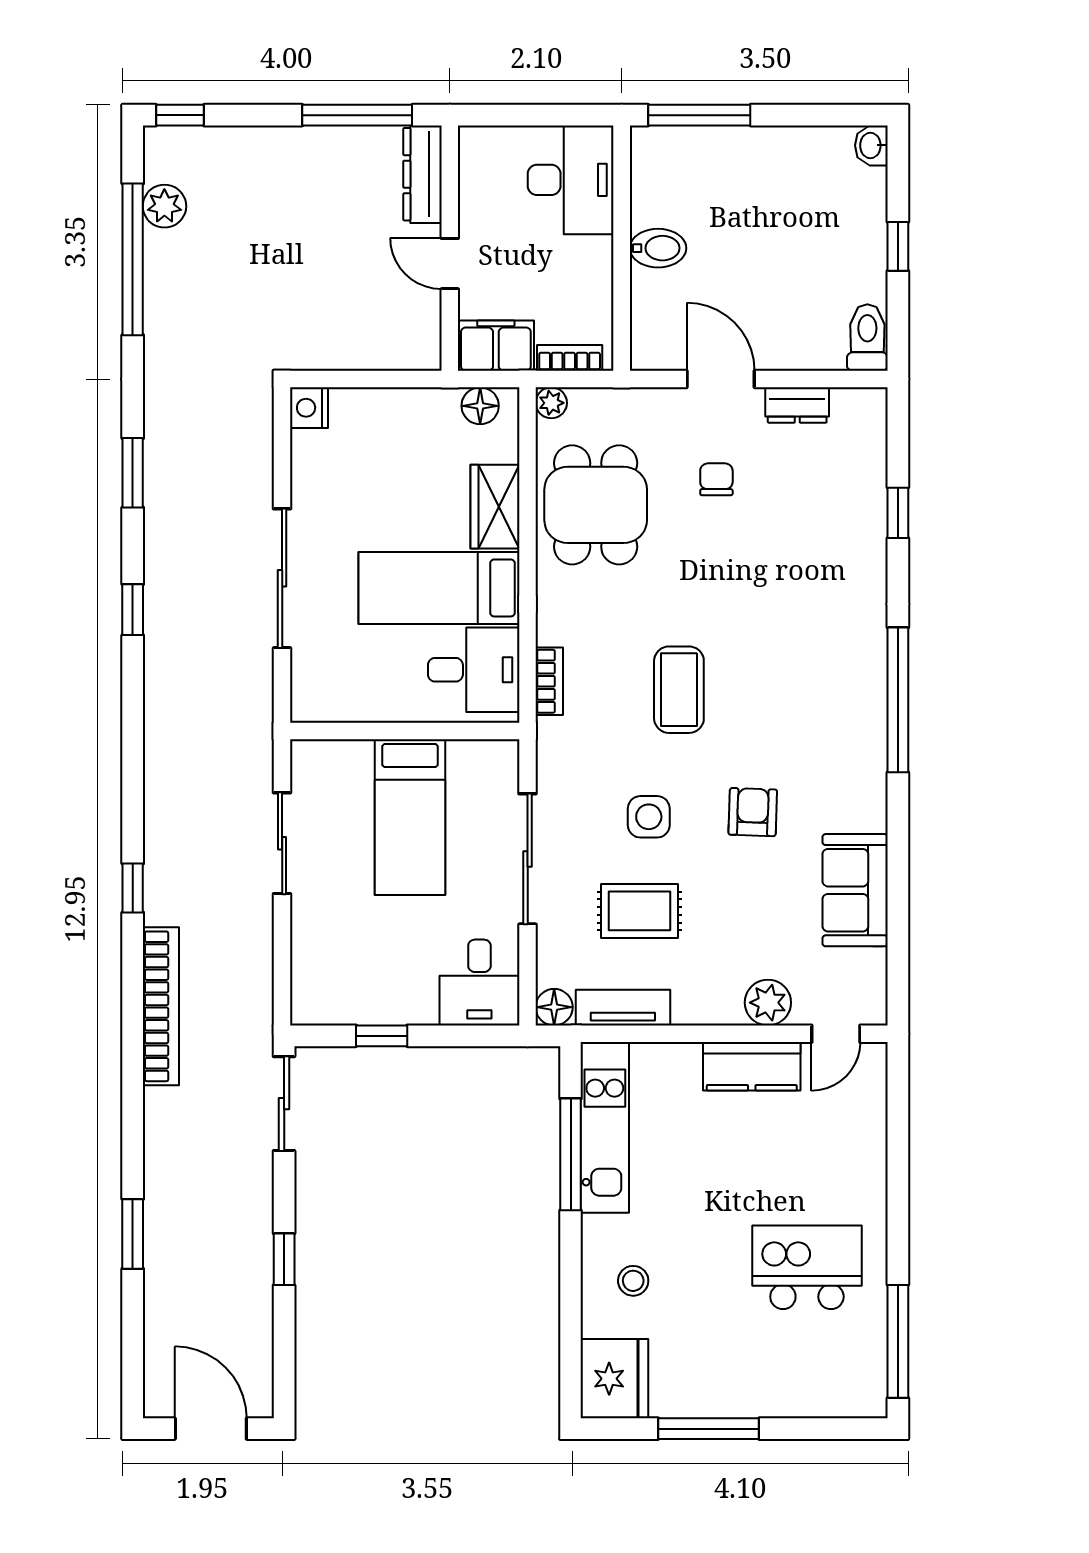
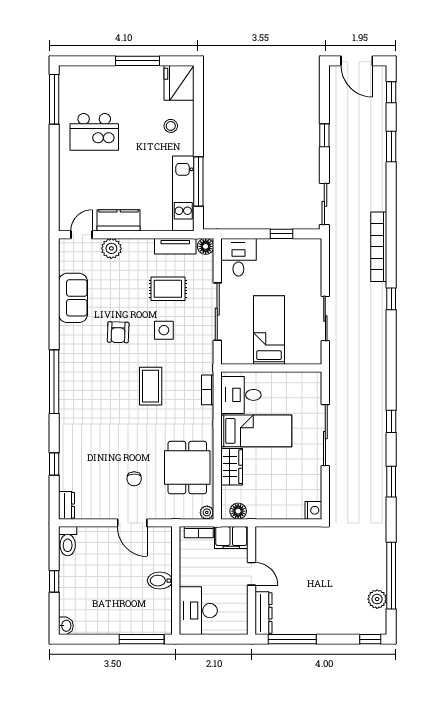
dresser: (797, 405) -> (67, 505), moved, turned 90
window: (133, 1357) -> (391, 92), added

